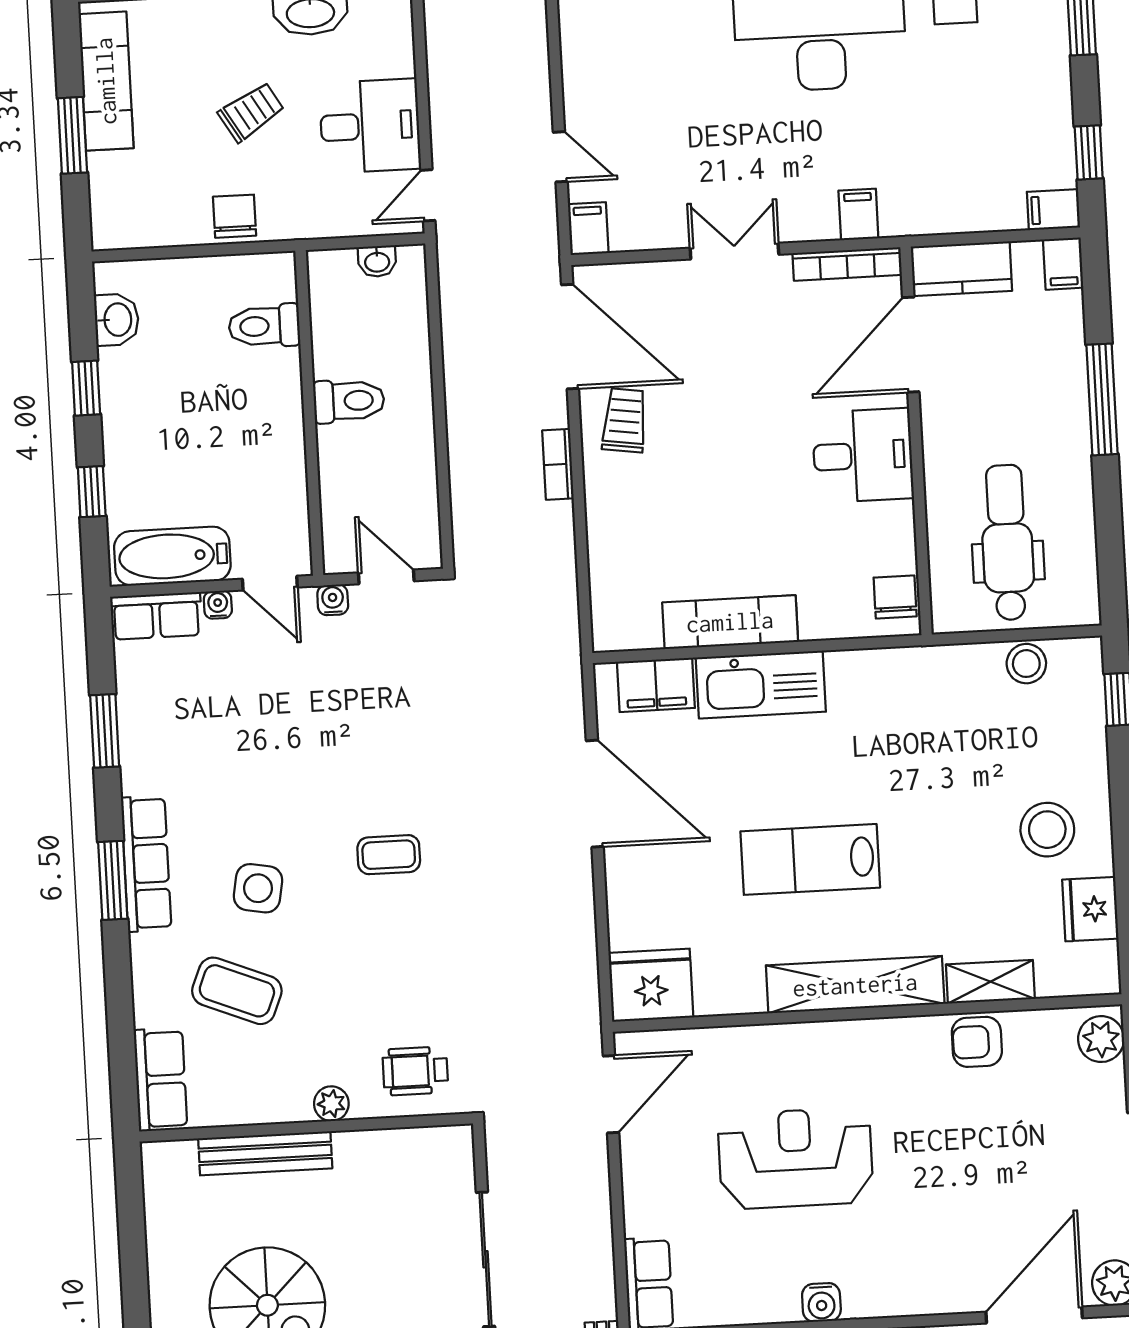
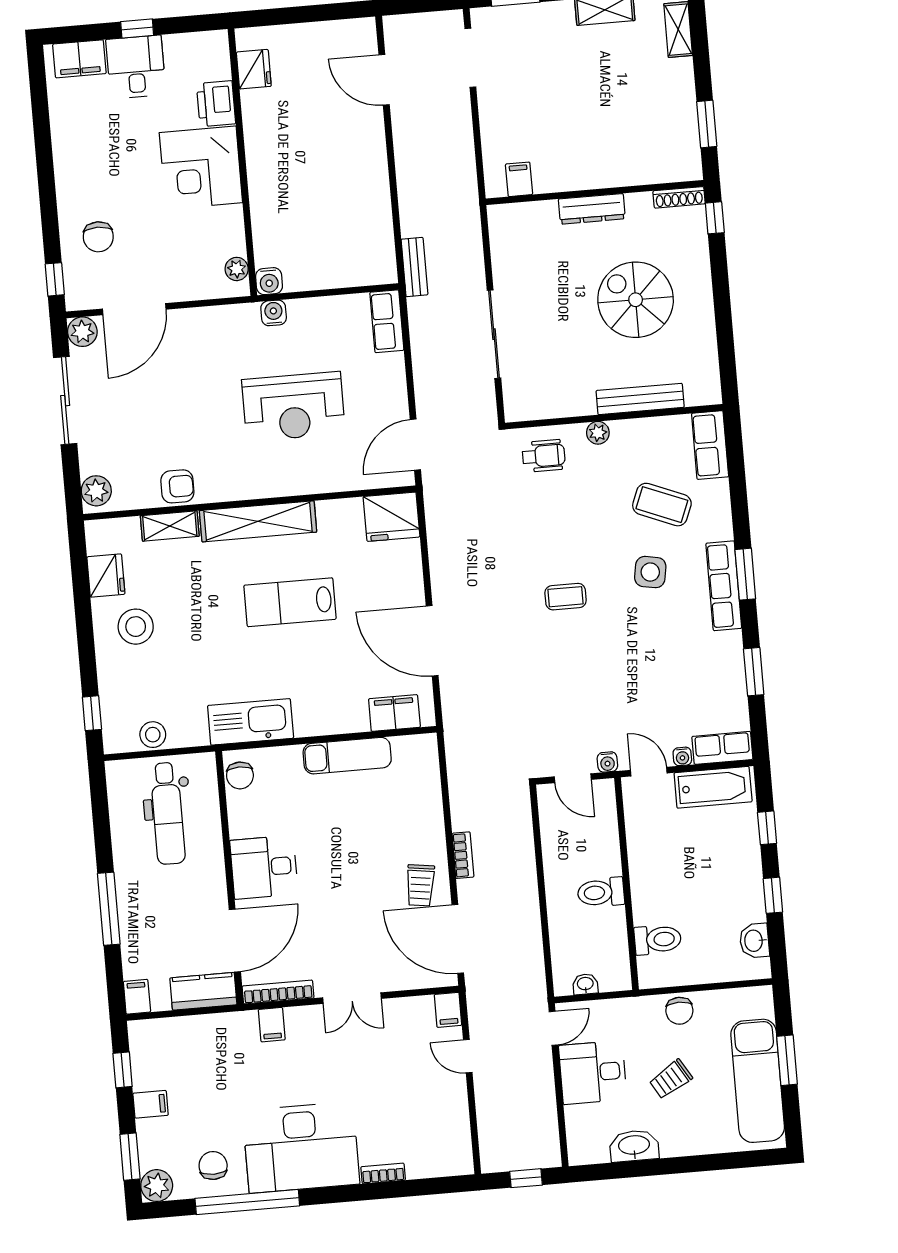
exam couch: (106, 81) -> (758, 1081), width x1.36, depth x1.45
filing cabinet: (1053, 210) -> (151, 1104), moved
kitchen sink: (761, 685) -> (251, 722), moved
lab bench: (810, 859) -> (290, 602), turned 180

